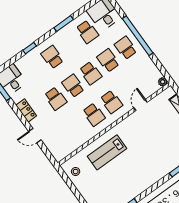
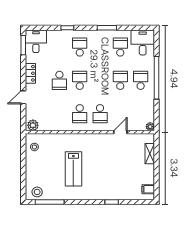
school desk: (87, 32) -> (120, 47), turned 180
school desk: (91, 73) -> (100, 80), removed
door: (35, 136) -> (23, 97), hinge flipped
lab bench: (107, 152) -> (73, 169), moved, turned -90
plant: (61, 154) -> (33, 125), added

